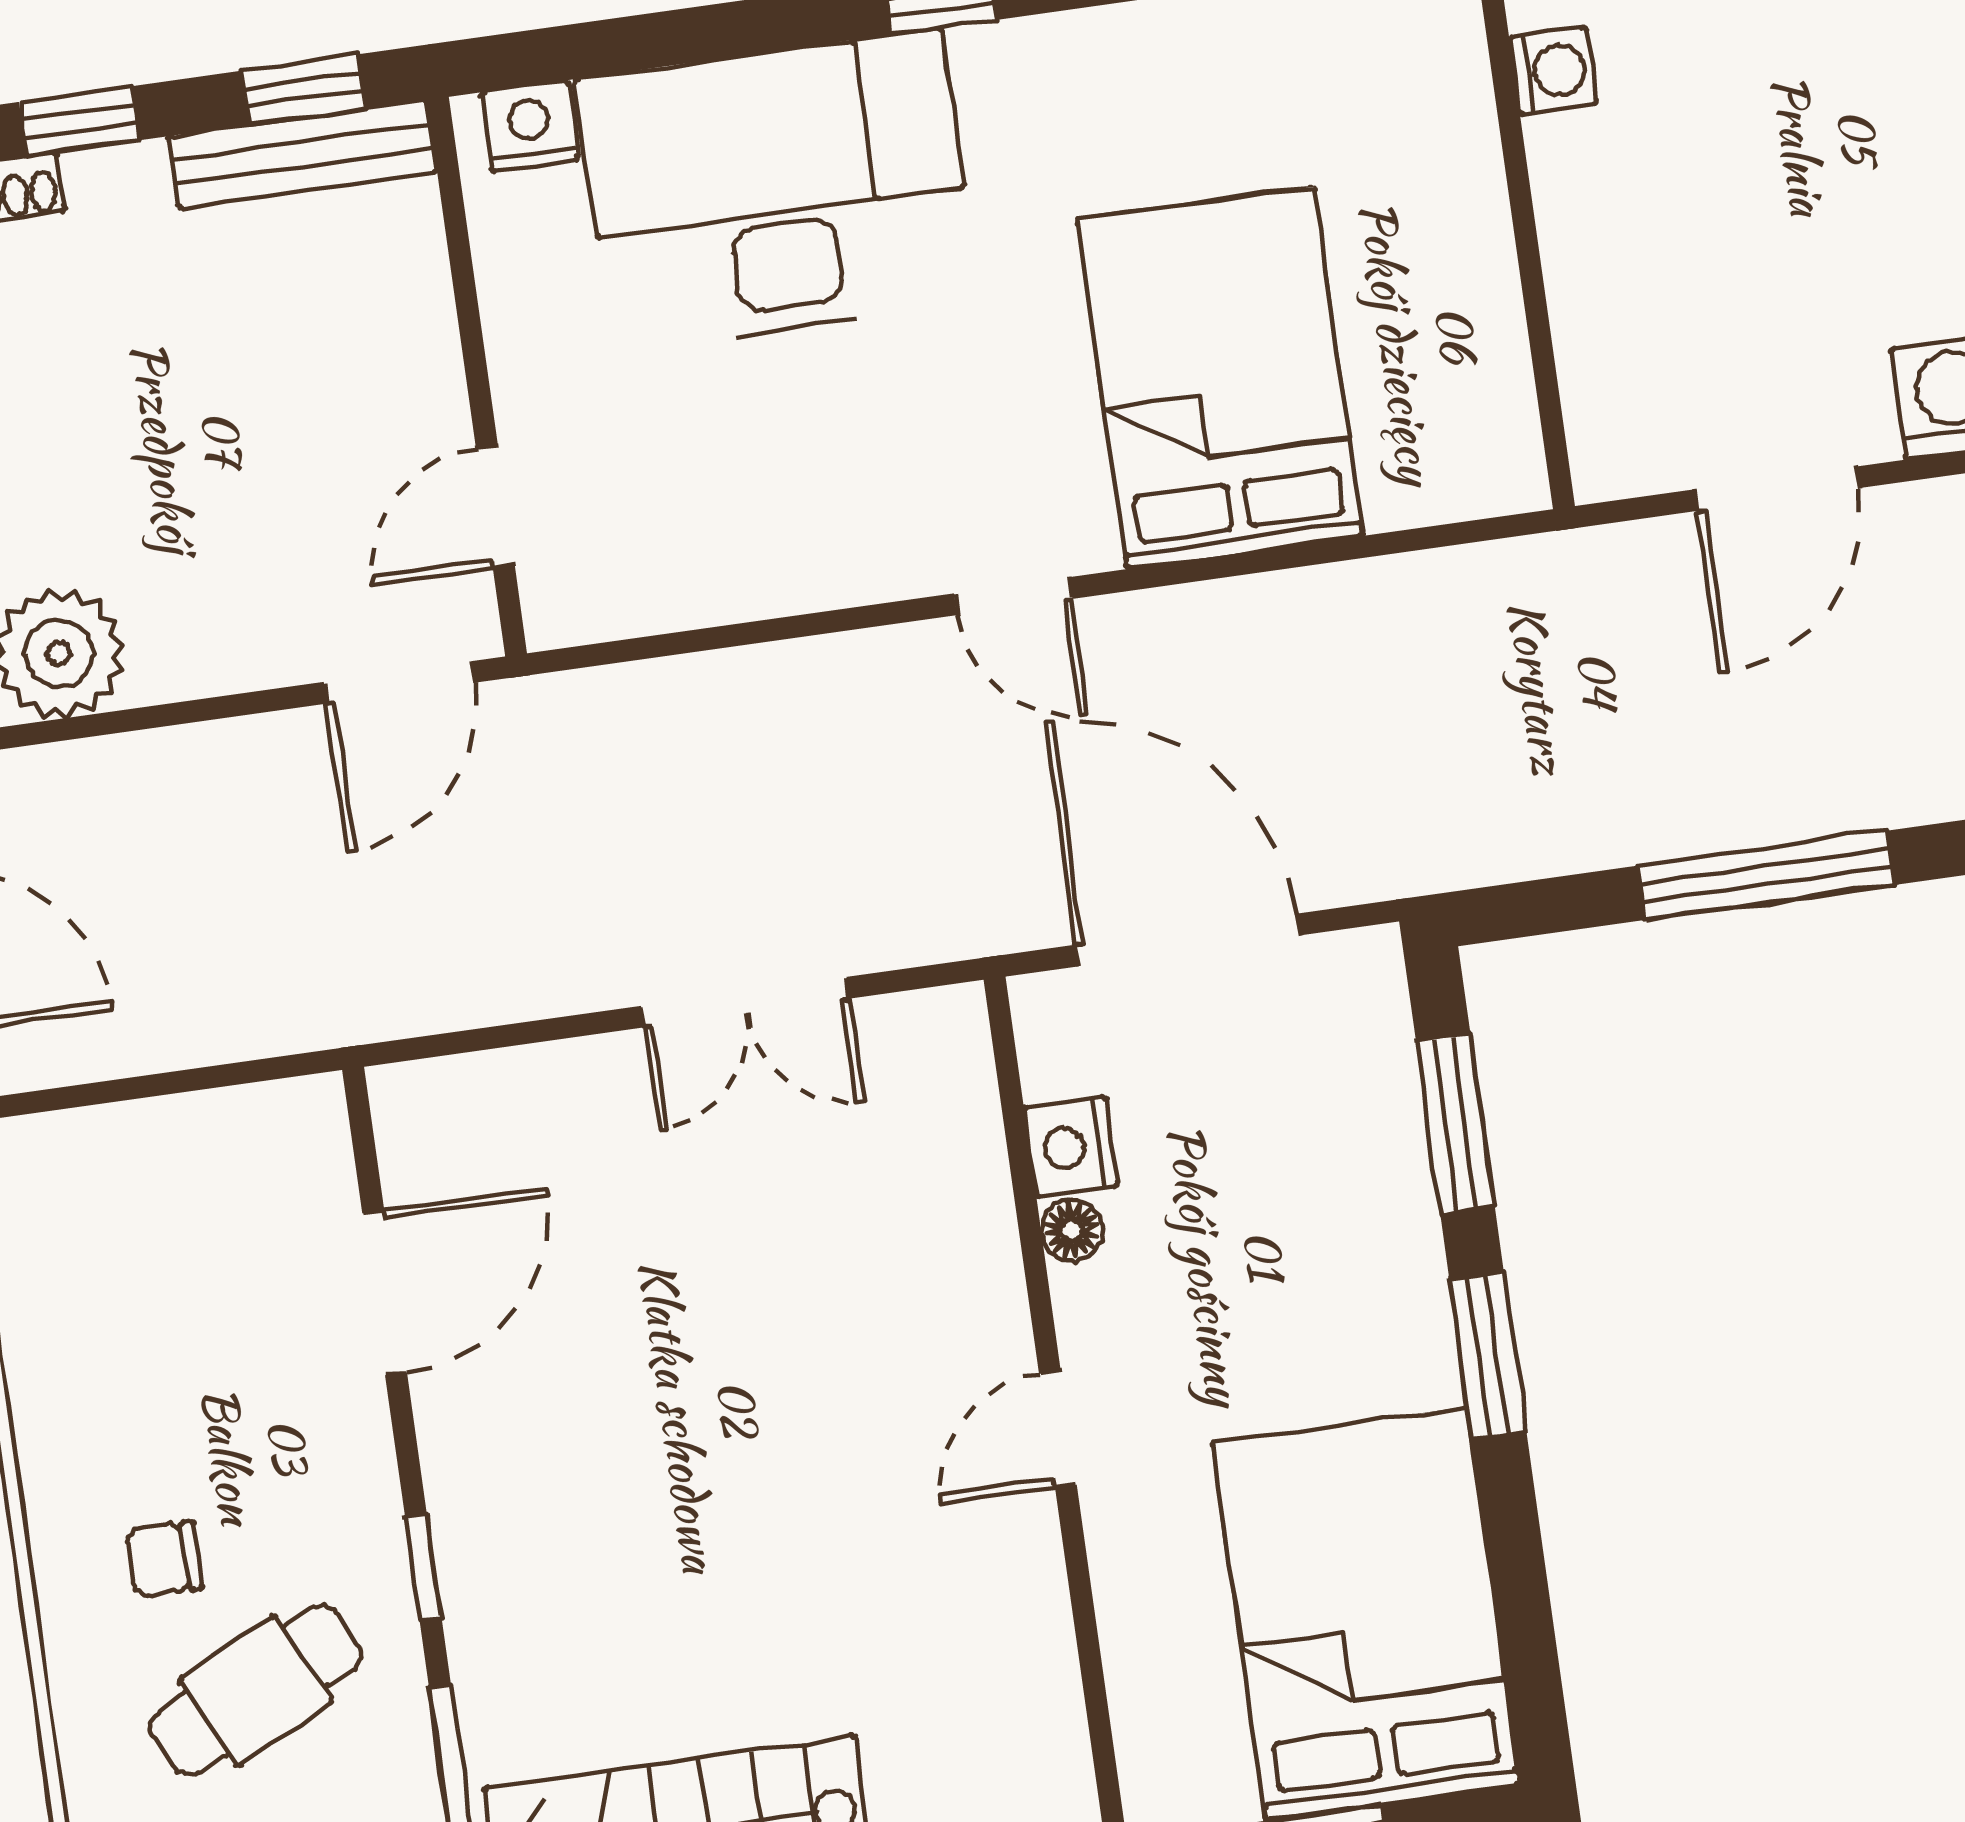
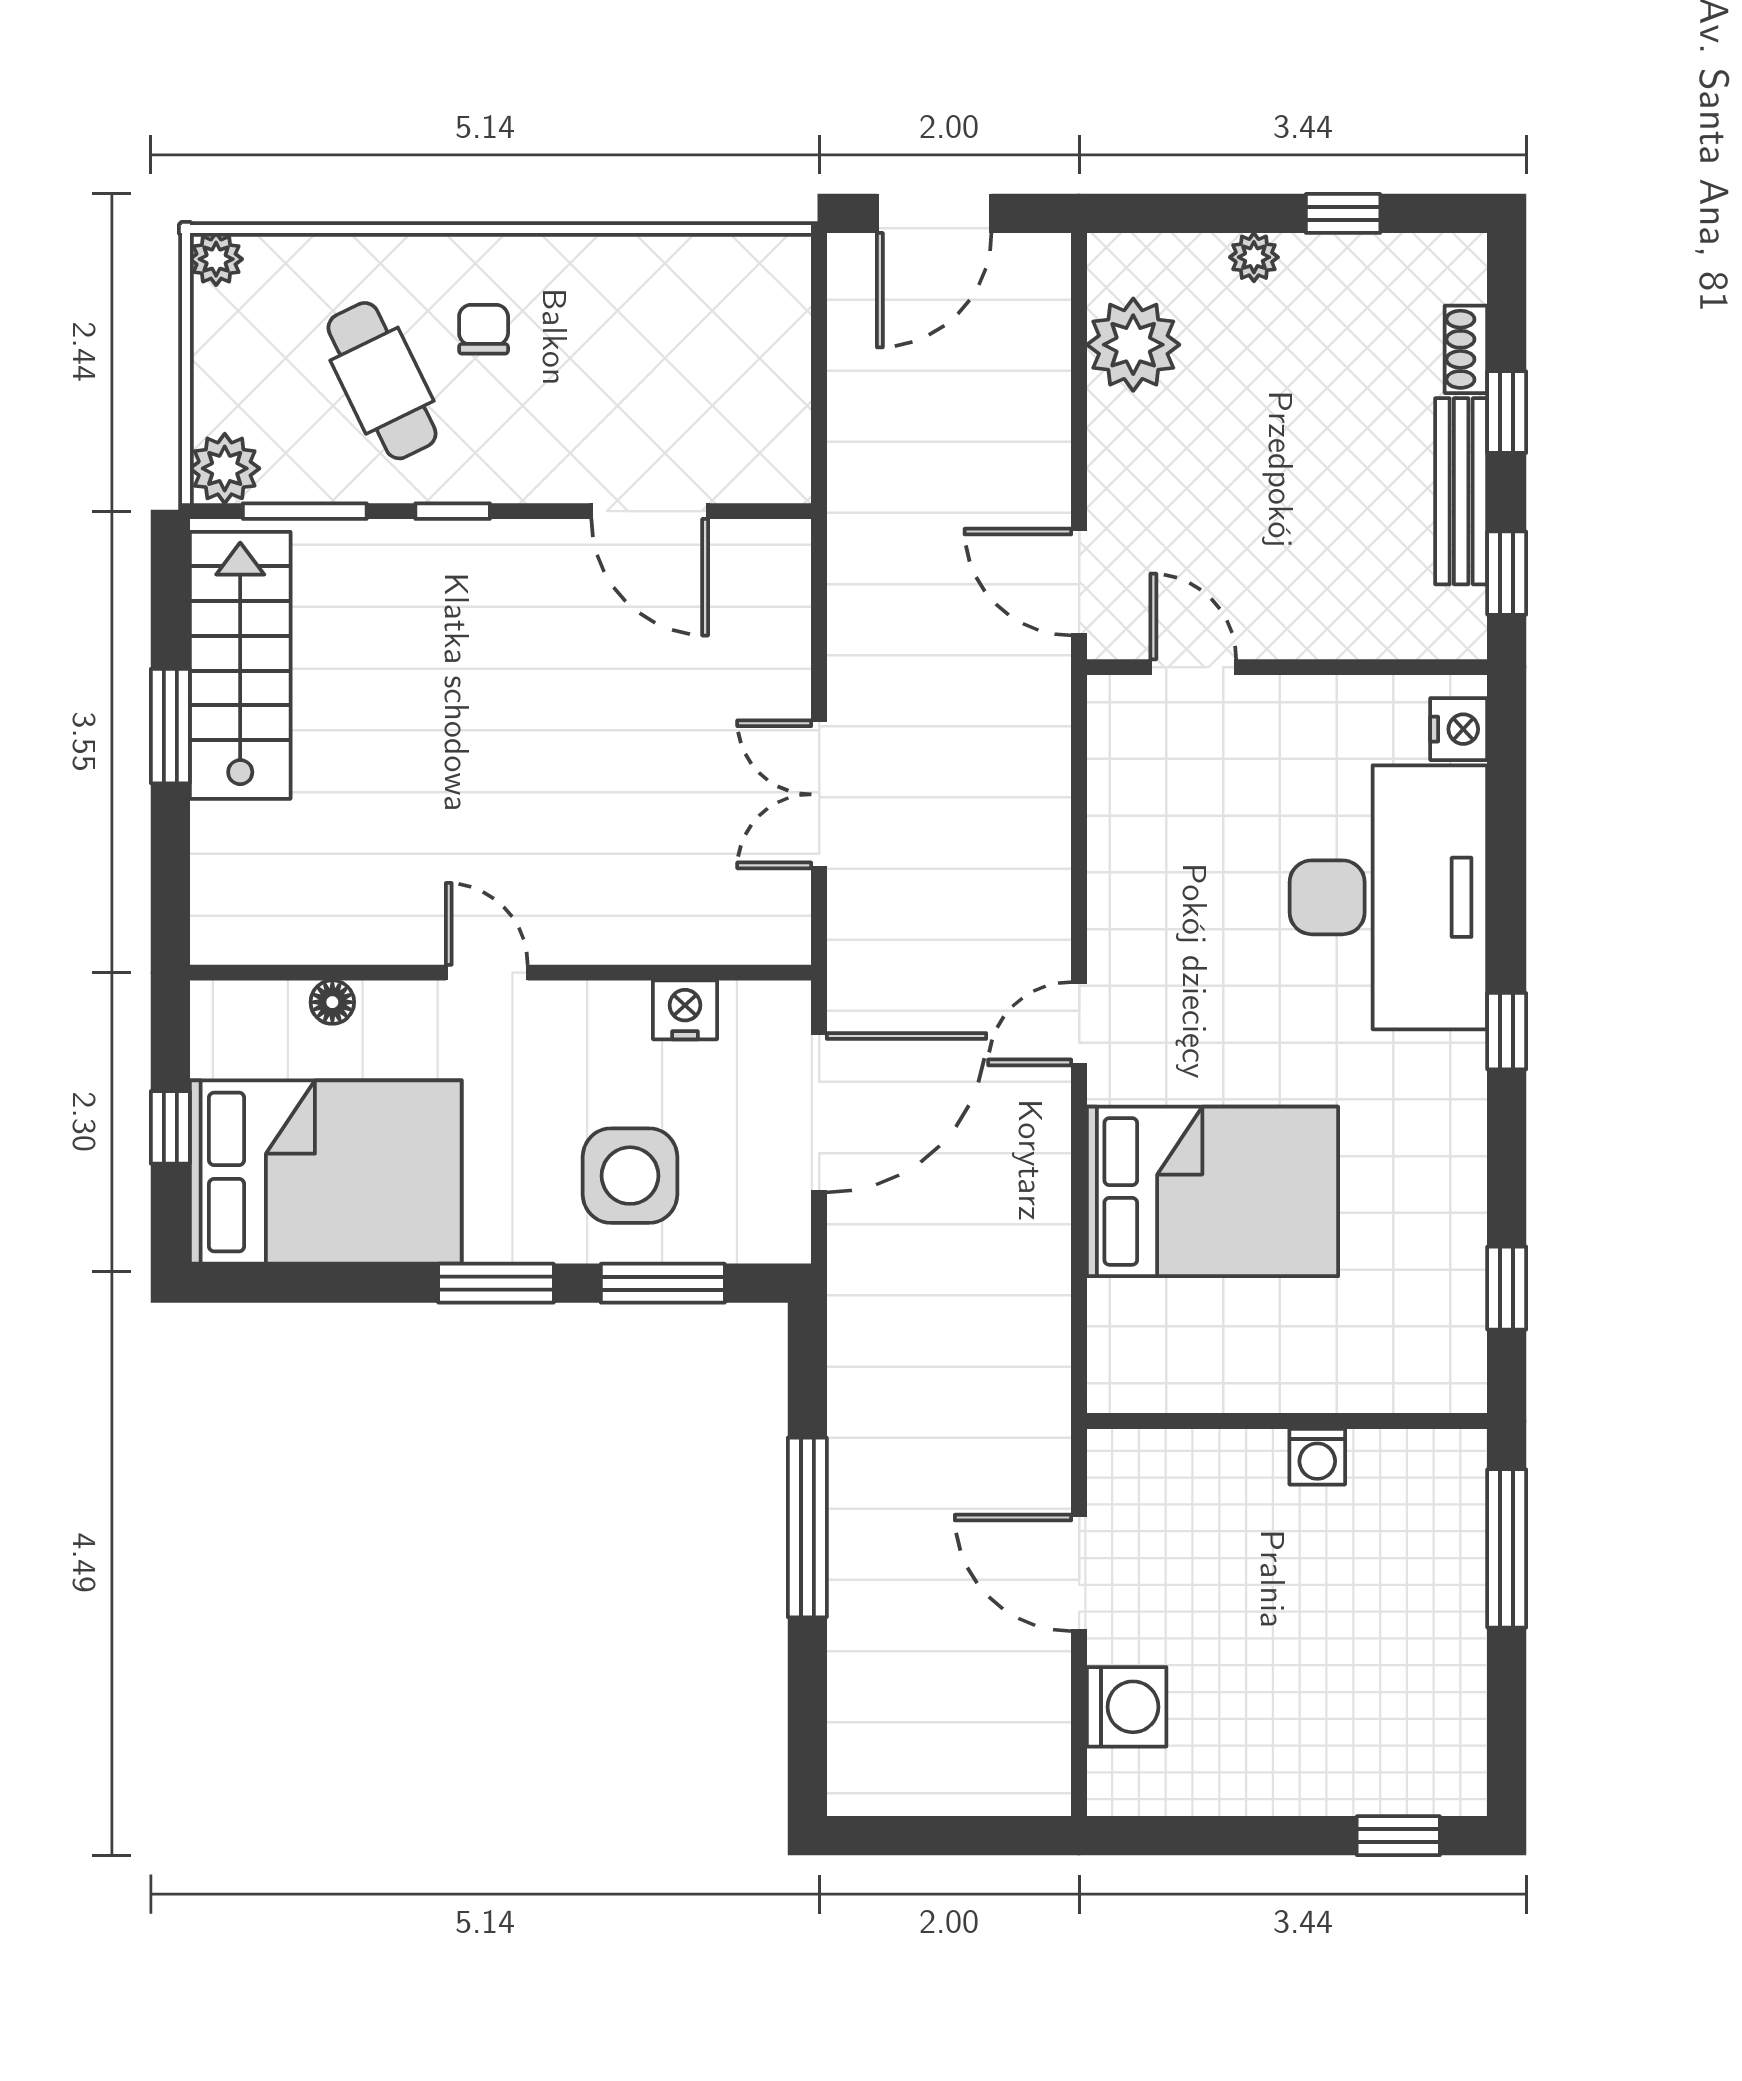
washing machine: (1553, 71) -> (1317, 1457), moved
bench: (303, 154) -> (1461, 491), moved
side table: (1312, 1190) -> (630, 1176), added
floor lamp: (1072, 1230) -> (332, 1002), moved

